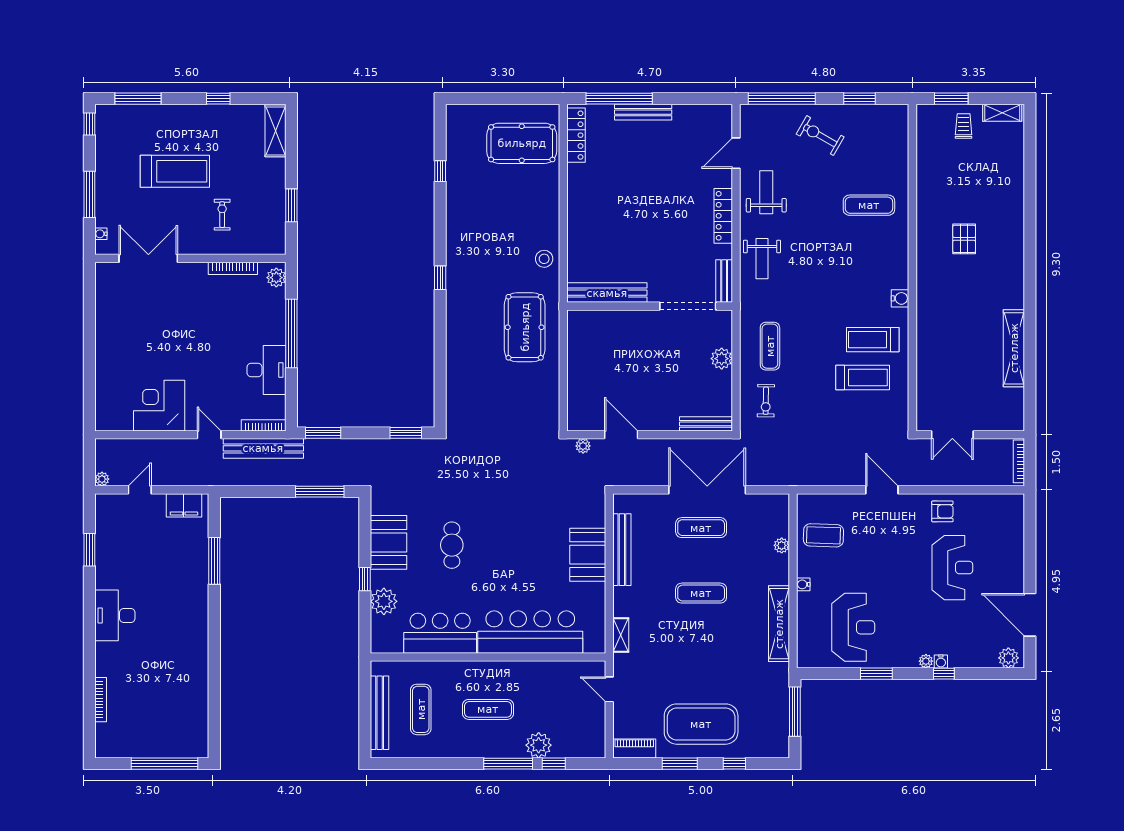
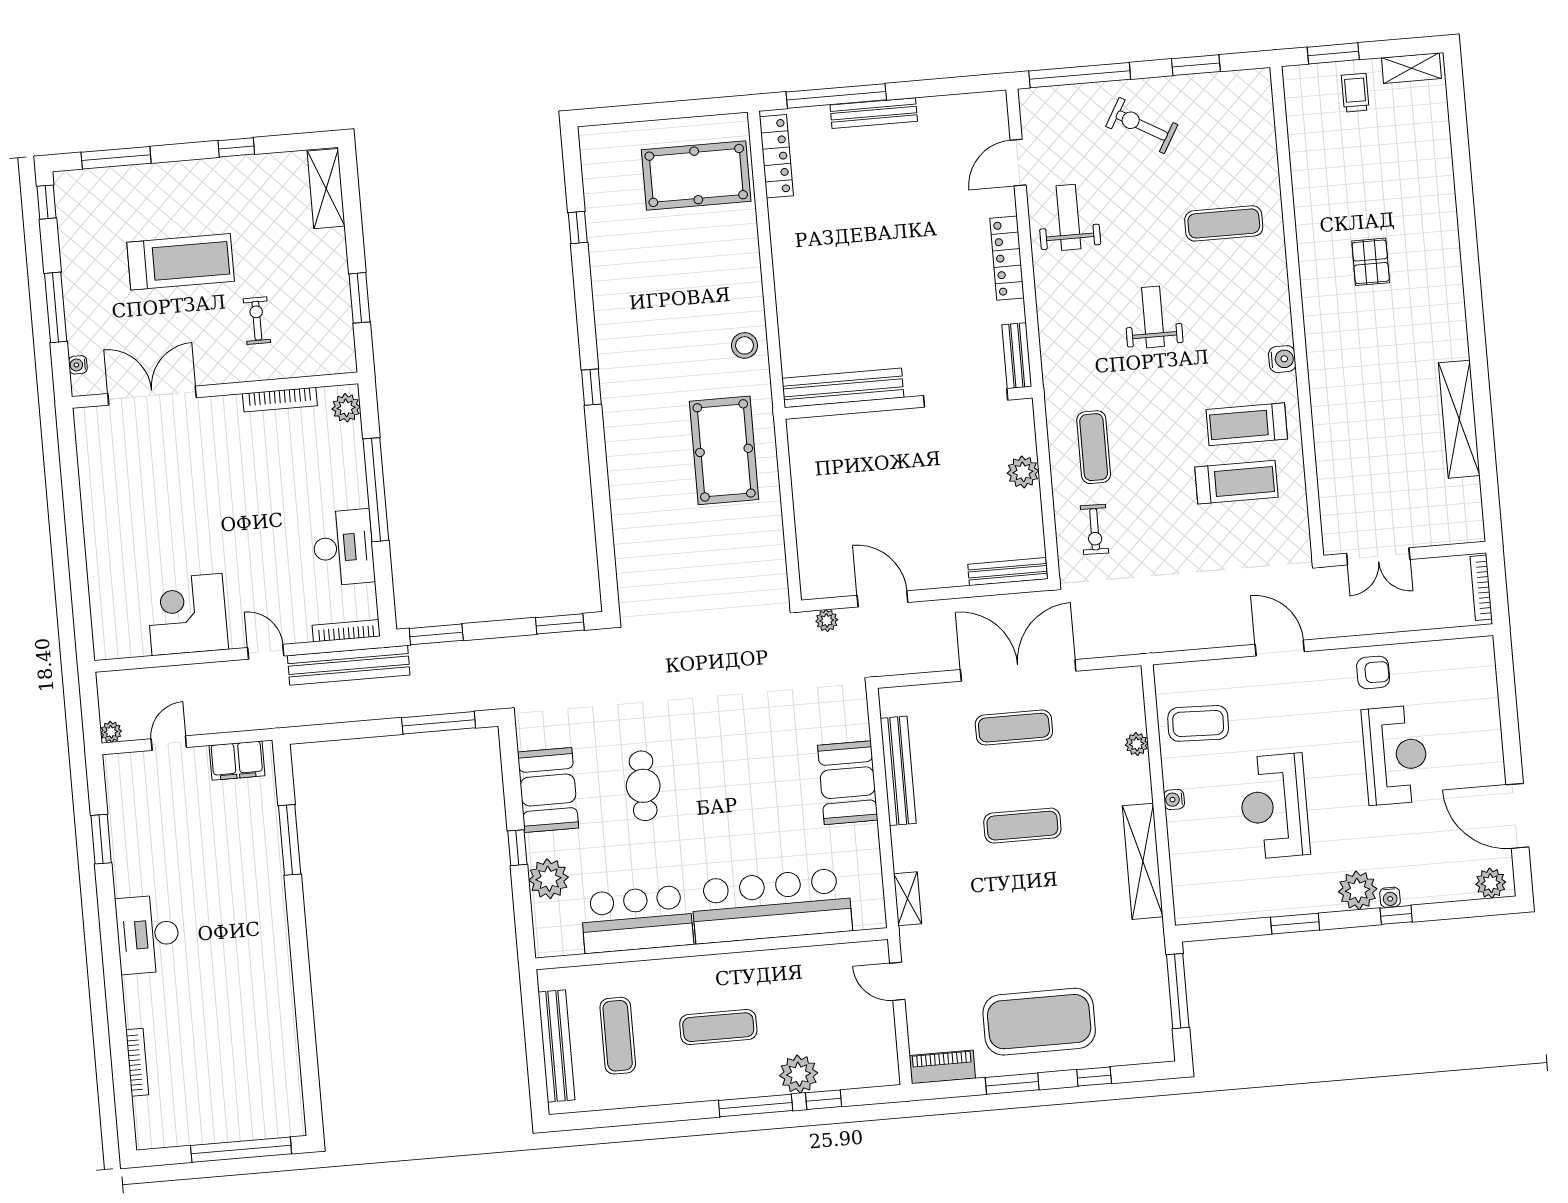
weight bench: (762, 259) -> (1153, 317), moved, turned 180
reception desk: (853, 627) -> (1274, 806), moved, turned 180
plant: (926, 661) -> (1358, 890), width x1.88, depth x1.88

